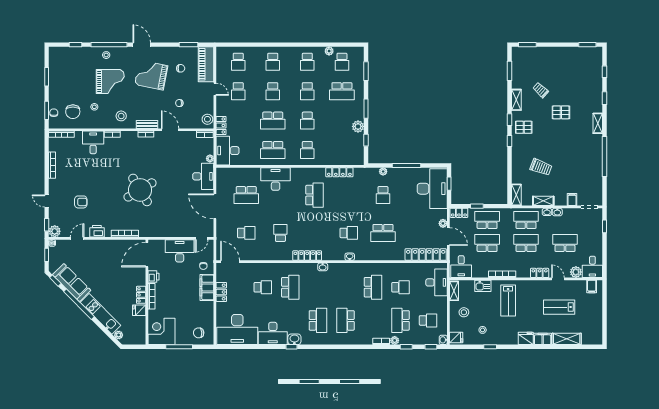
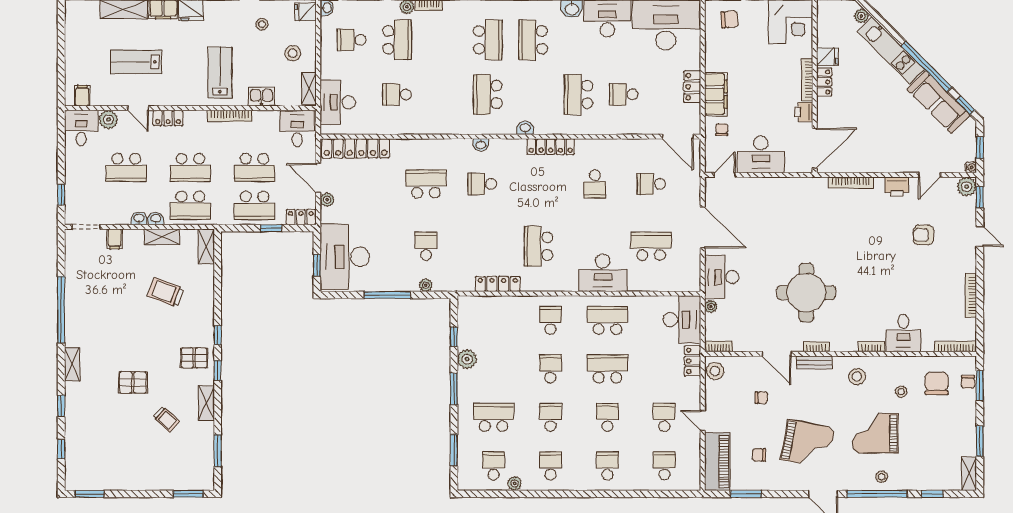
shelving: (53, 57) -> (969, 474), added
round table: (140, 190) -> (806, 293), moved, turned 31
school desk: (373, 287) -> (488, 94), moved
lab bench: (559, 307) -> (136, 62), turned 180

